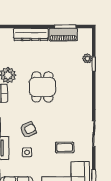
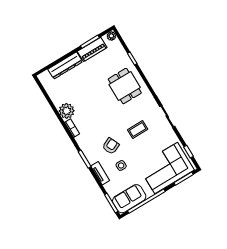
plant: (87, 58) -> (111, 36), moved
dining table: (42, 87) -> (125, 86), moved
coffee table: (65, 147) -> (138, 130), moved

